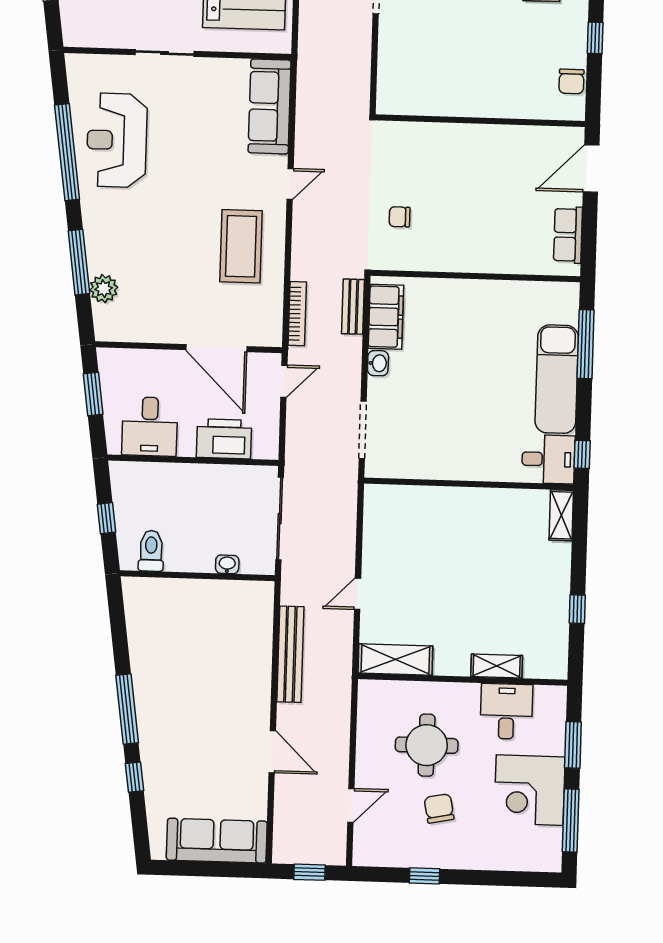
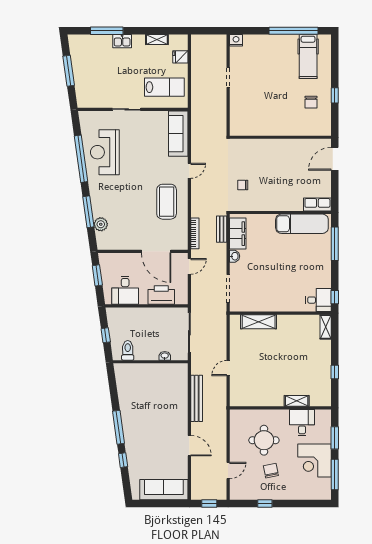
chair: (571, 81) -> (311, 102), moved
row of seats: (568, 235) -> (317, 204), moved, turned 90
exam couch: (557, 379) -> (302, 224), moved, turned -90
shelving: (395, 660) -> (259, 322), moved

